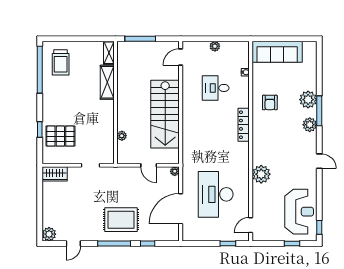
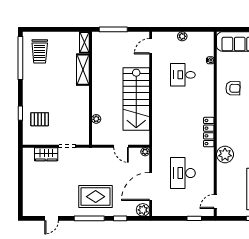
armchair: (270, 103) -> (233, 88), turned -89
locker: (244, 125) -> (209, 132), moved
pallet: (60, 136) -> (40, 119), width x0.67, depth x0.71
wardrobe: (55, 174) -> (46, 154), moved
desk: (216, 194) -> (183, 173), width x0.73, depth x0.77
plant: (49, 234) -> (143, 210), moved

